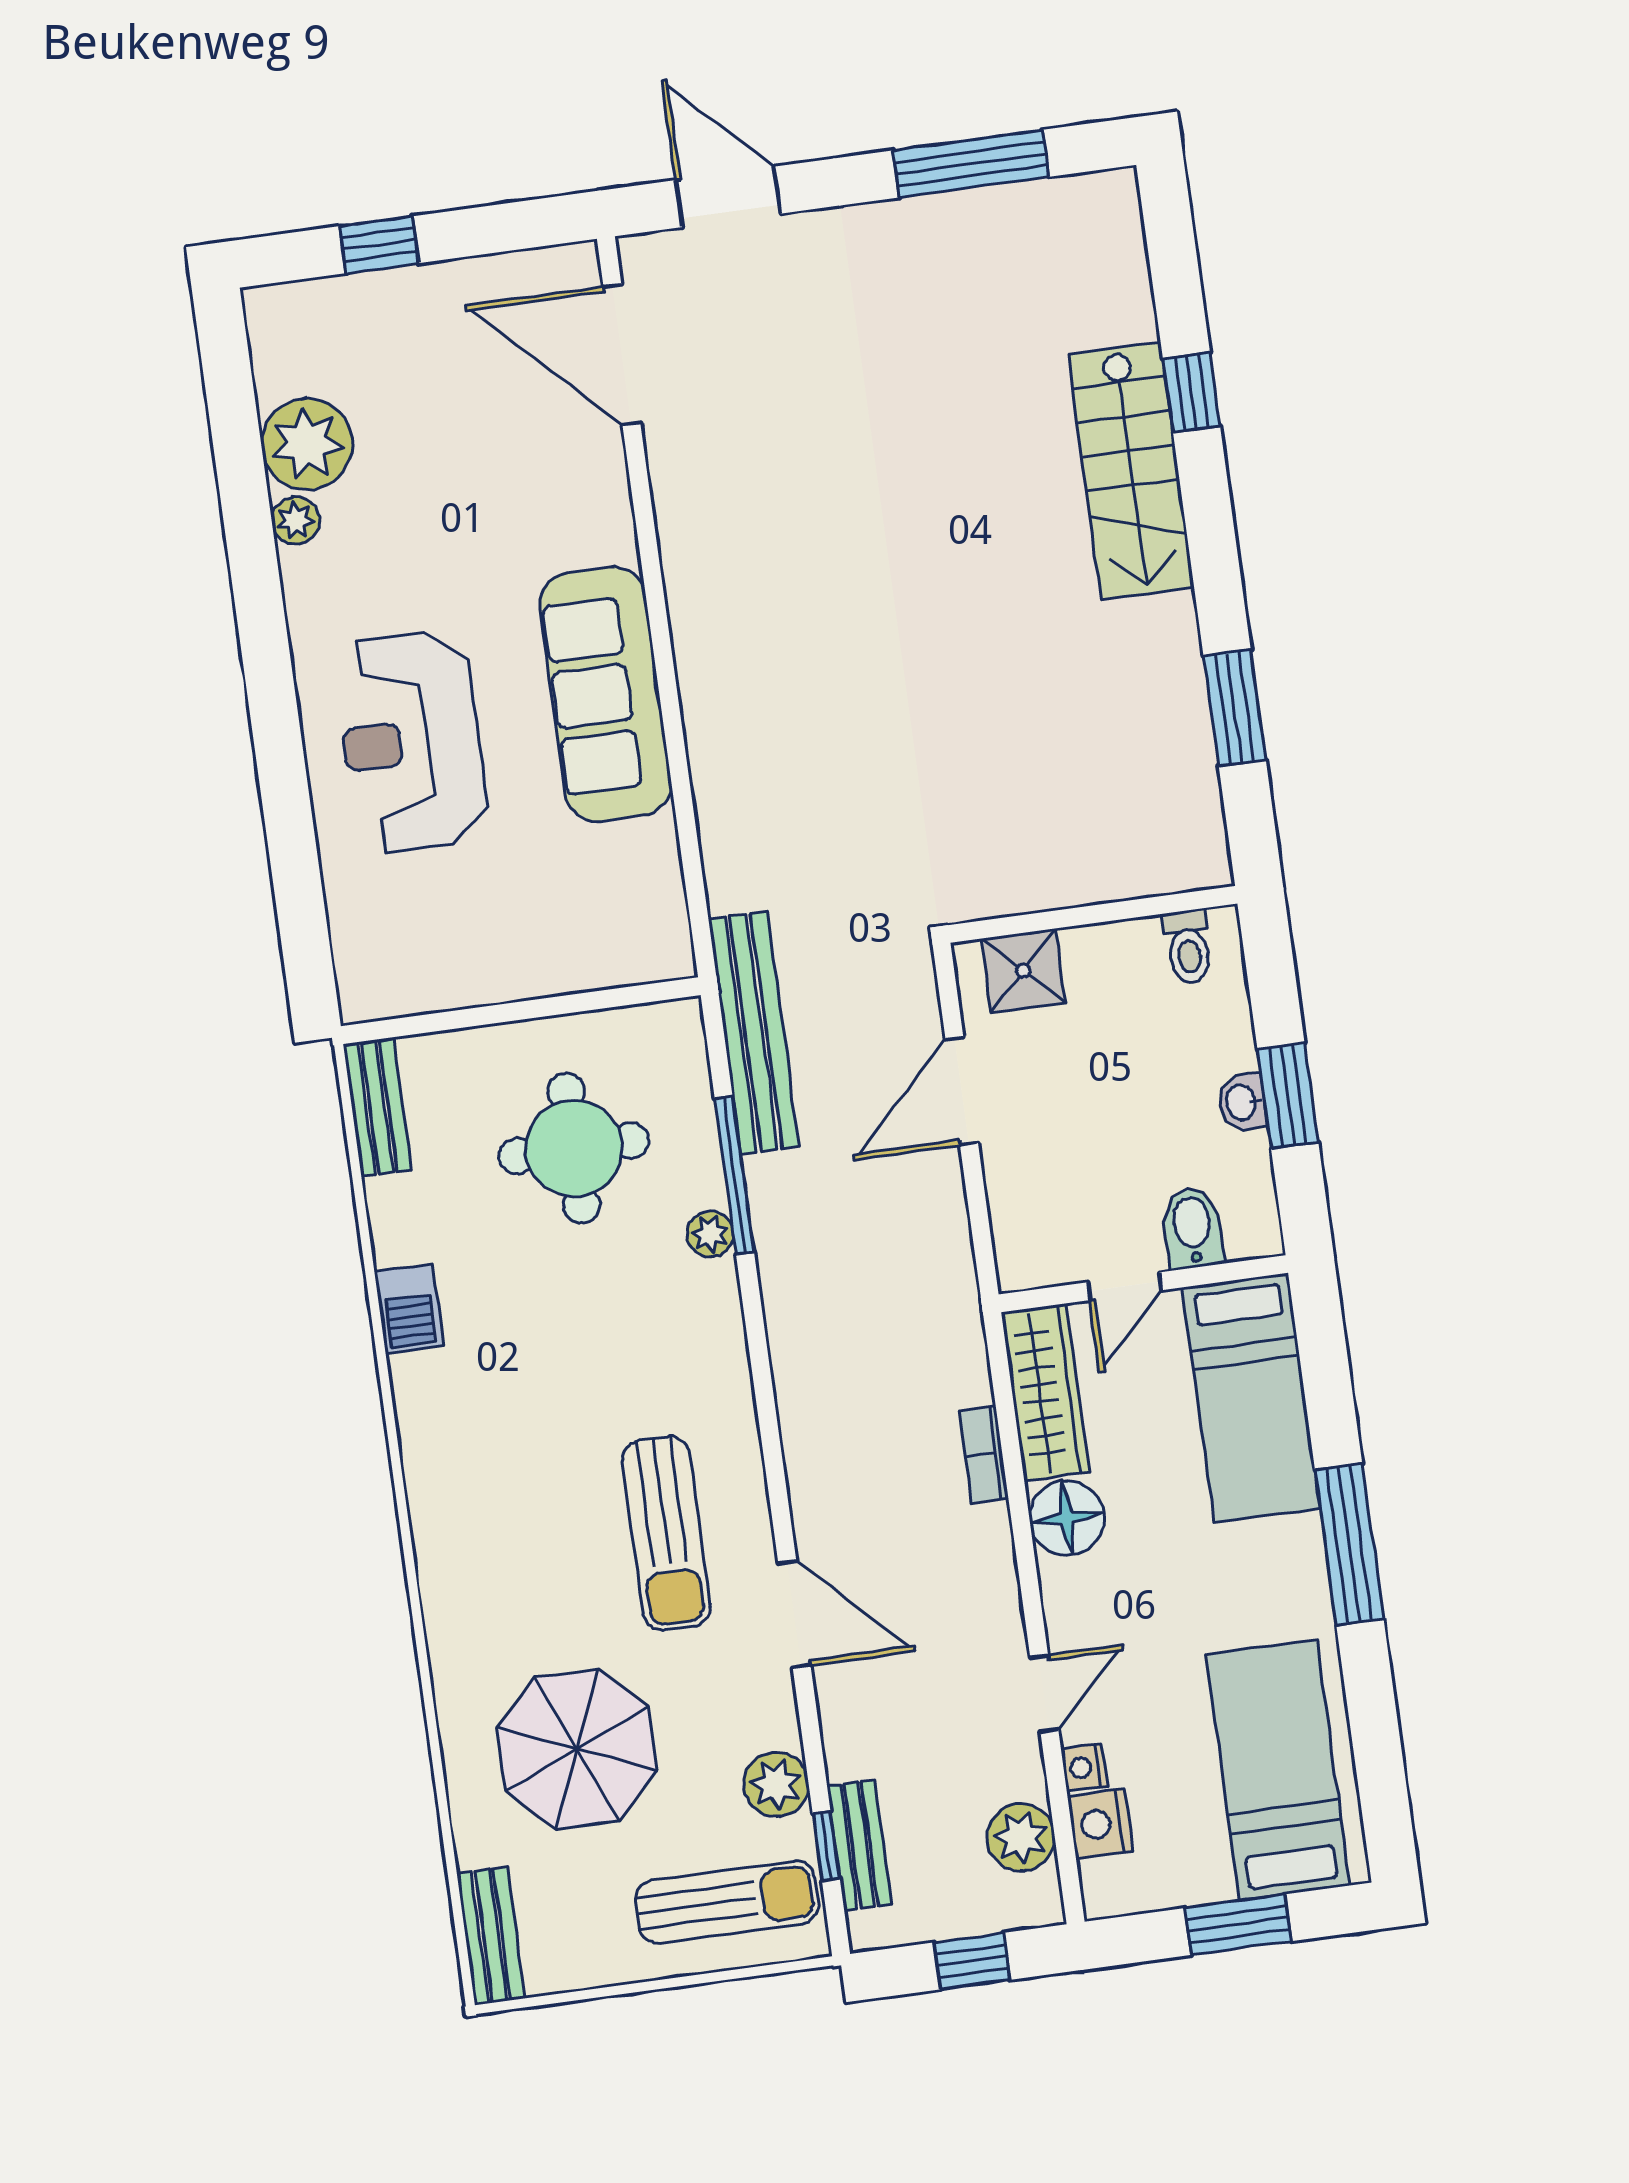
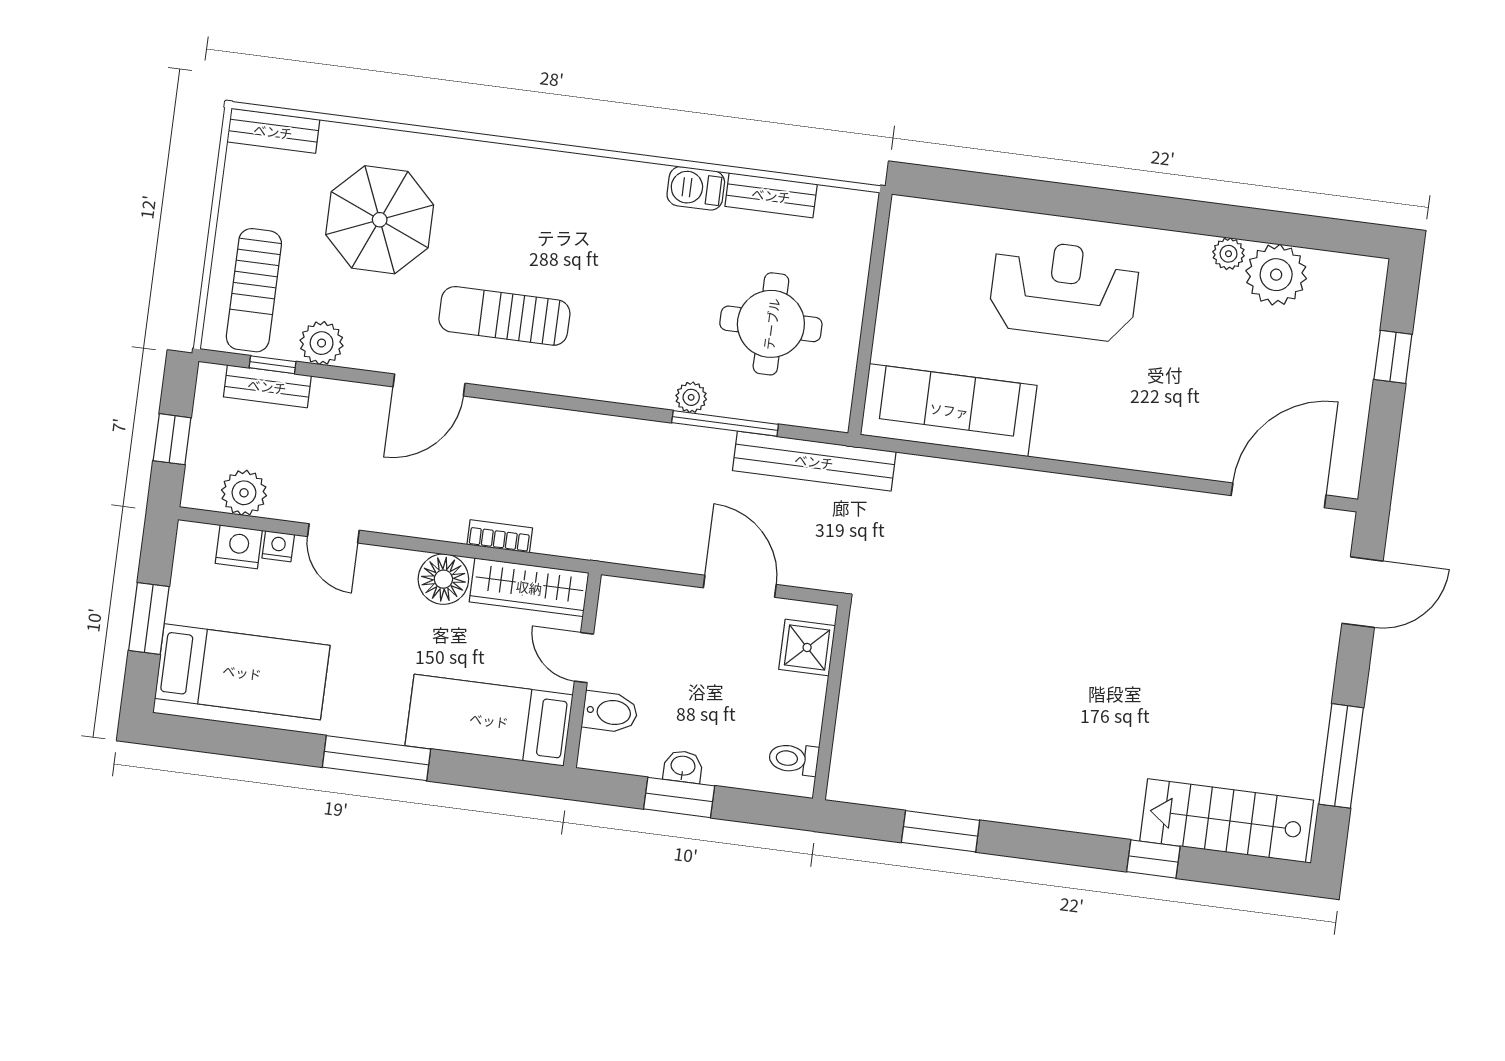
stairs: (1131, 471) -> (1227, 821), moved
sofa: (606, 694) -> (949, 410), moved
bench: (377, 1108) -> (771, 195), moved

